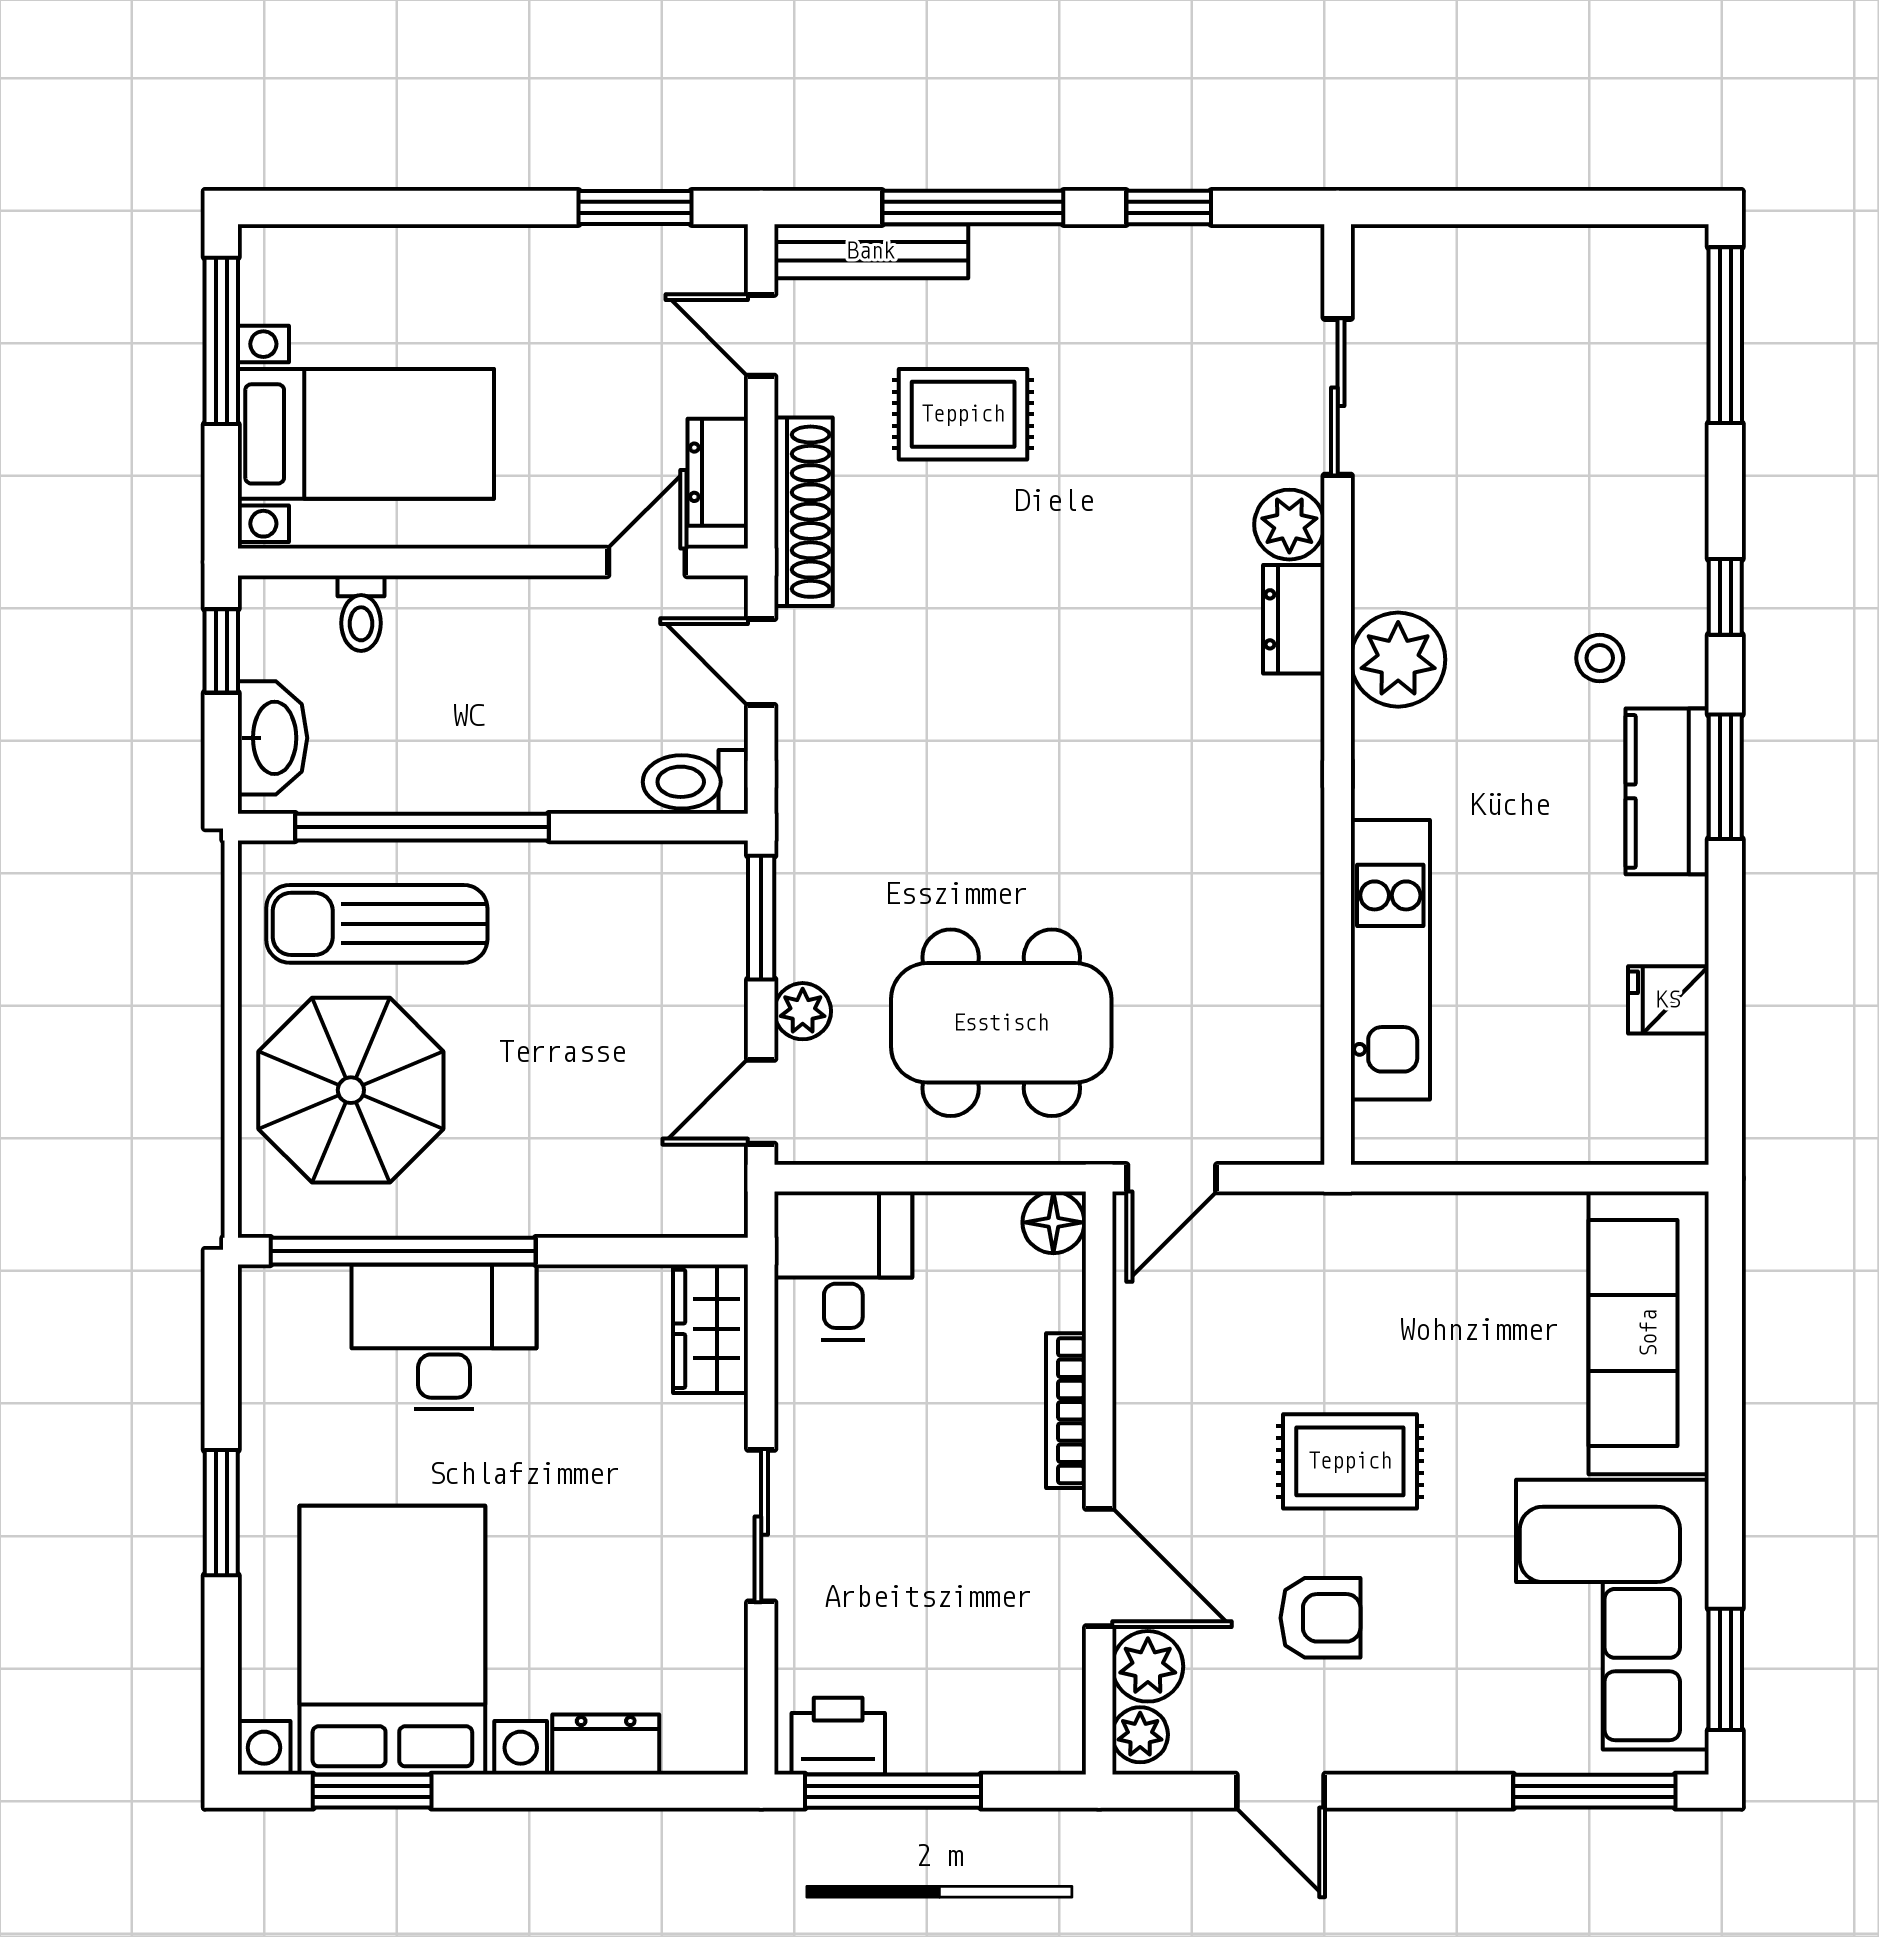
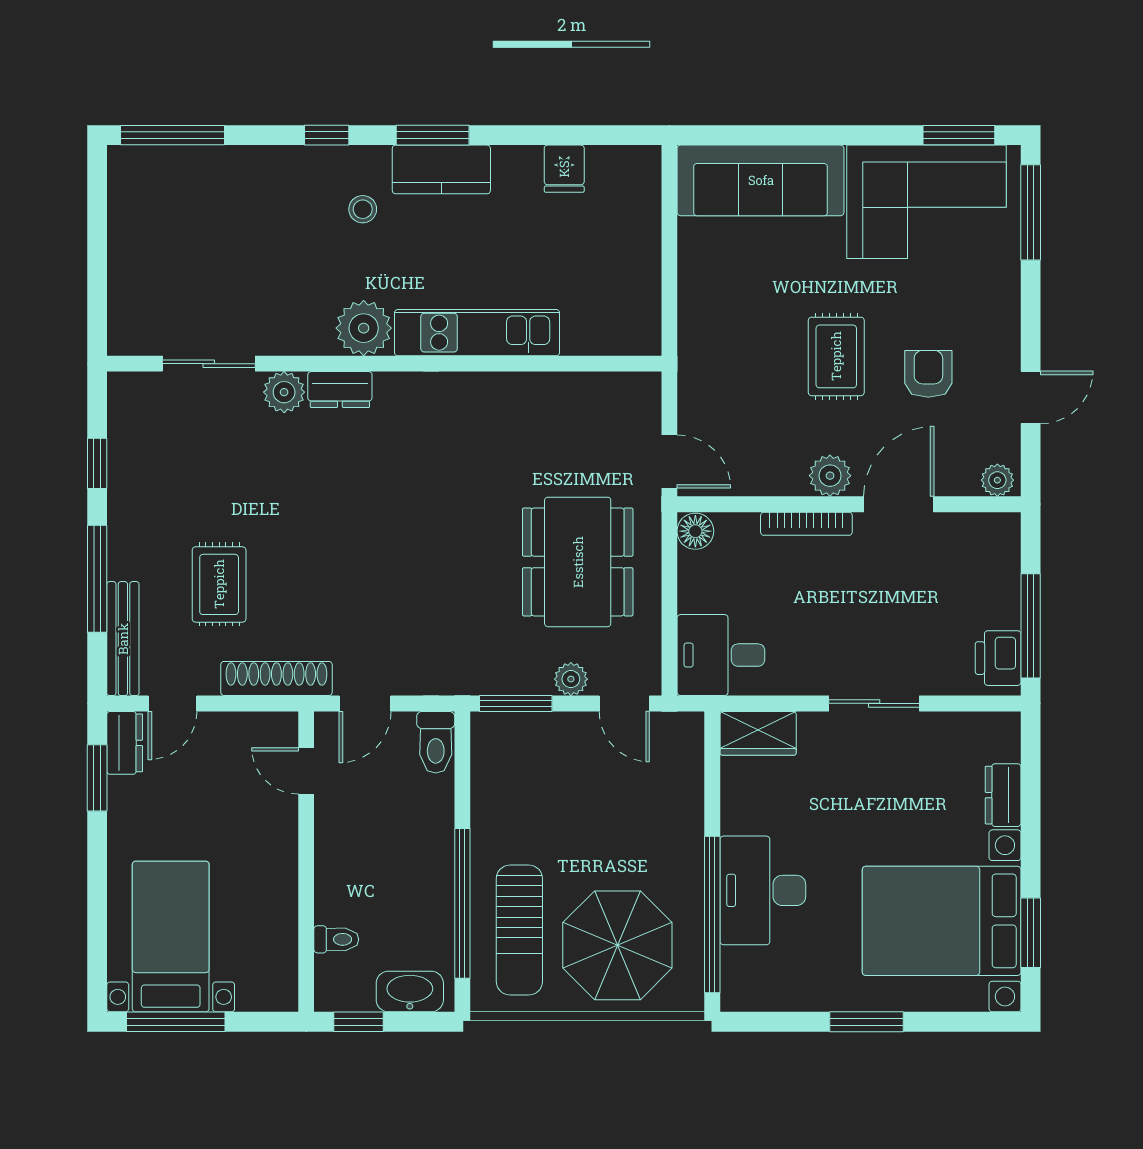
bed with nightstands: (366, 434) -> (171, 937), moved
dresser: (718, 472) -> (125, 743), moved, turned -90
kitchen unit: (1390, 960) -> (477, 333), moved
plant: (1148, 1666) -> (830, 476), moved

